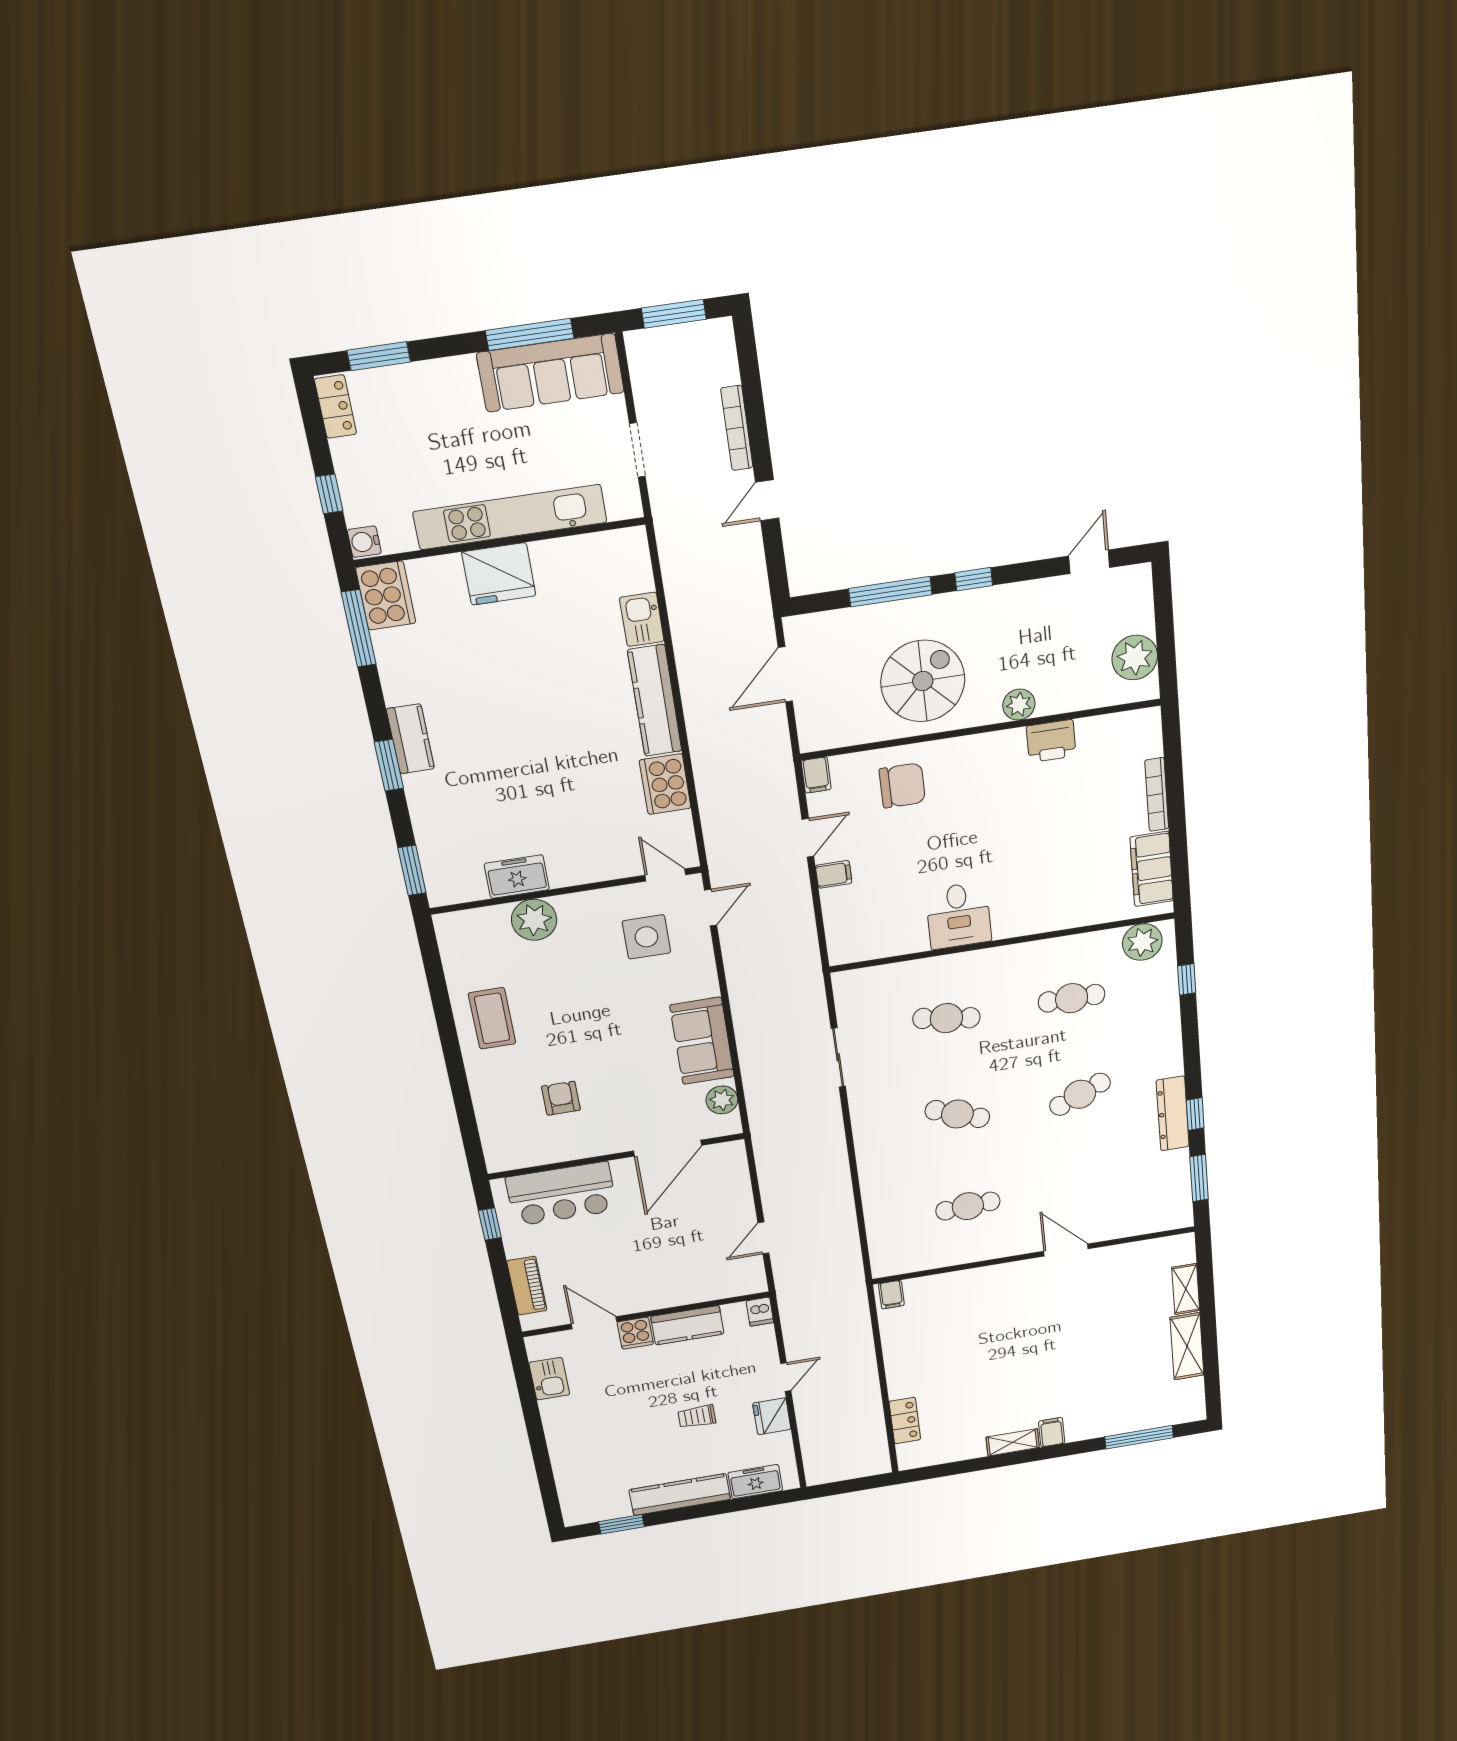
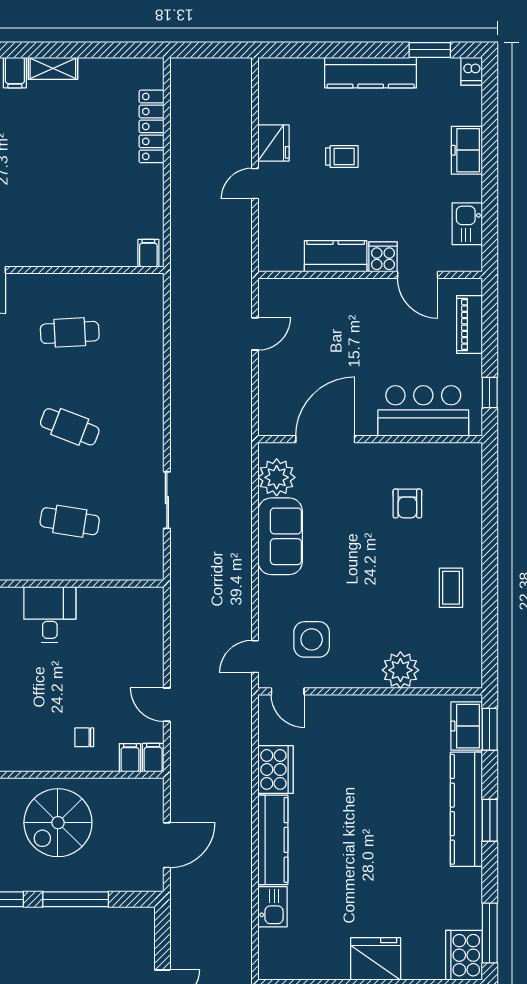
kitchen counter: (410, 739) -> (466, 809), width x2.08, depth x1.17
chair: (902, 785) -> (84, 737), width x0.54, depth x0.54
door: (808, 838) -> (167, 705), hinge flipped
filing cabinet: (834, 874) -> (130, 758), moved, turned 90
freezer: (517, 877) -> (467, 726), moved, turned 90
coffee table: (492, 1018) -> (451, 588), width x0.73, depth x0.77
plant: (722, 1100) -> (277, 477), width x1.36, depth x1.36
dishwasher: (760, 1312) -> (472, 71), moved, turned 180
locker: (905, 1421) -> (151, 126), width x1.53
freezer: (755, 1482) -> (467, 150), moved, turned 90

